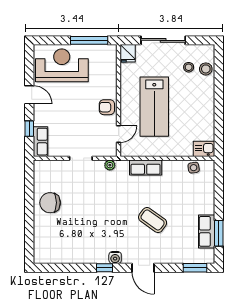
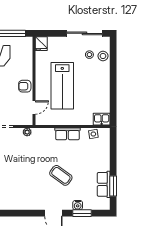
sliding door: (163, 40) -> (85, 33), moved
row of seats: (146, 167) -> (67, 134), moved
water cooler: (115, 258) -> (78, 205), moved
window: (105, 268) -> (23, 213), removed
window: (195, 268) -> (82, 213), moved

